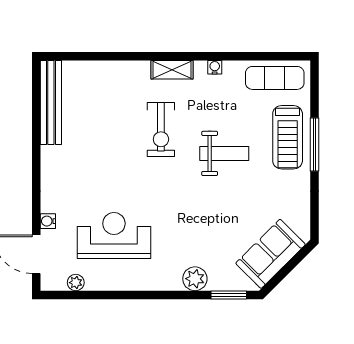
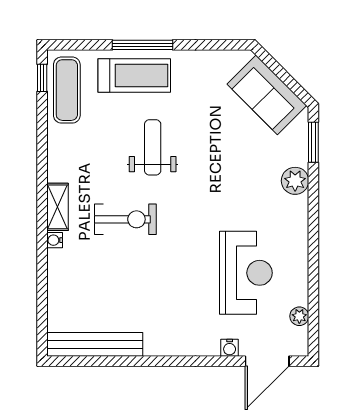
window: (285, 56) -> (42, 78), added
water cooler: (215, 67) -> (55, 240), moved
reception desk: (114, 236) -> (246, 273), turned 180

